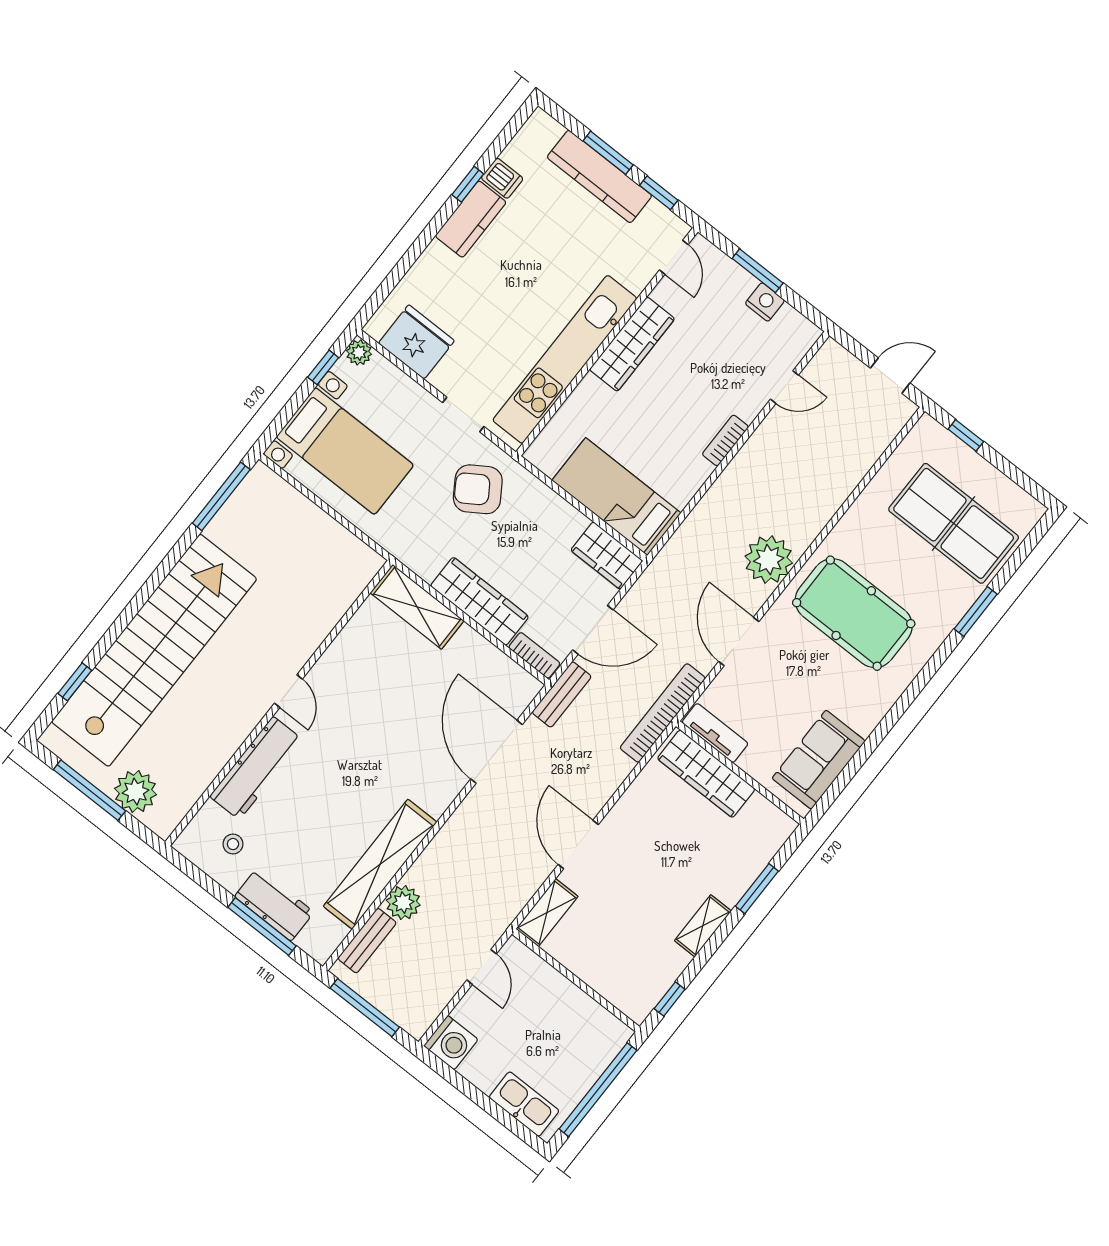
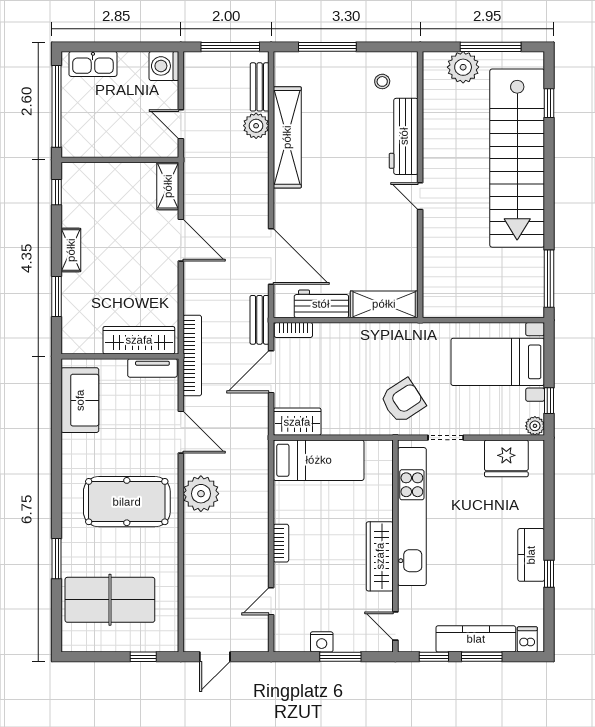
dishwasher: (502, 178) -> (527, 639), moved, turned 90
wardrobe: (480, 601) -> (350, 336), removed
workbench: (274, 904) -> (321, 304), moved, turned 180

